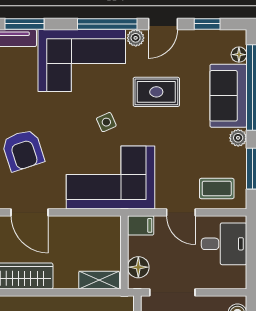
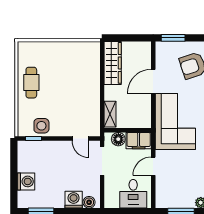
coffee table: (217, 189) -> (168, 189), removed
door: (30, 212) -> (153, 81), moved
filing cabinet: (141, 225) -> (139, 141), width x2.00

